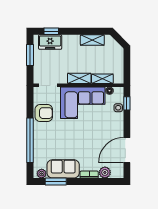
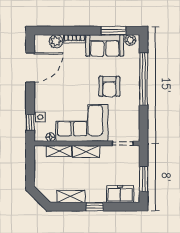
window: (51, 31) -> (95, 207), moved
armchair: (44, 113) -> (109, 86), moved, turned -90

